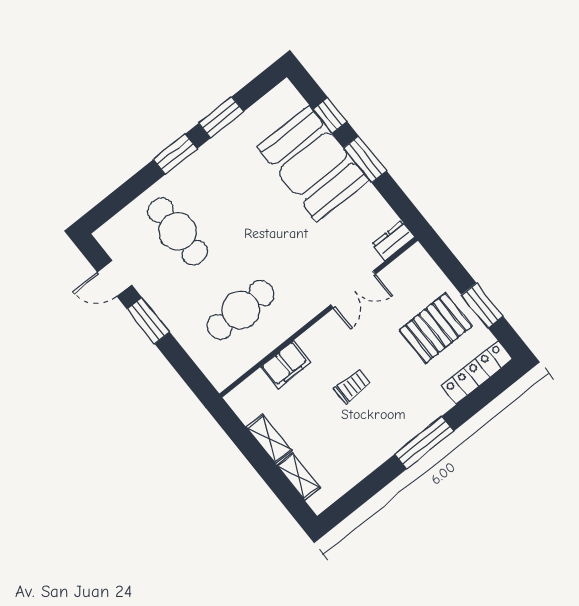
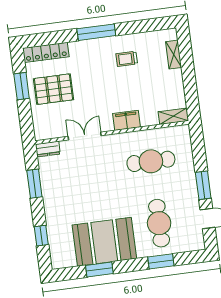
window: (175, 154) -> (161, 261), moved
window: (365, 159) -> (34, 184), moved
booth: (313, 164) -> (104, 242), moved, turned 90
filing cabinet: (286, 365) -> (126, 120), moved
trolley: (352, 386) -> (127, 59), moved
shelving: (269, 439) -> (173, 116), moved, turned 90

